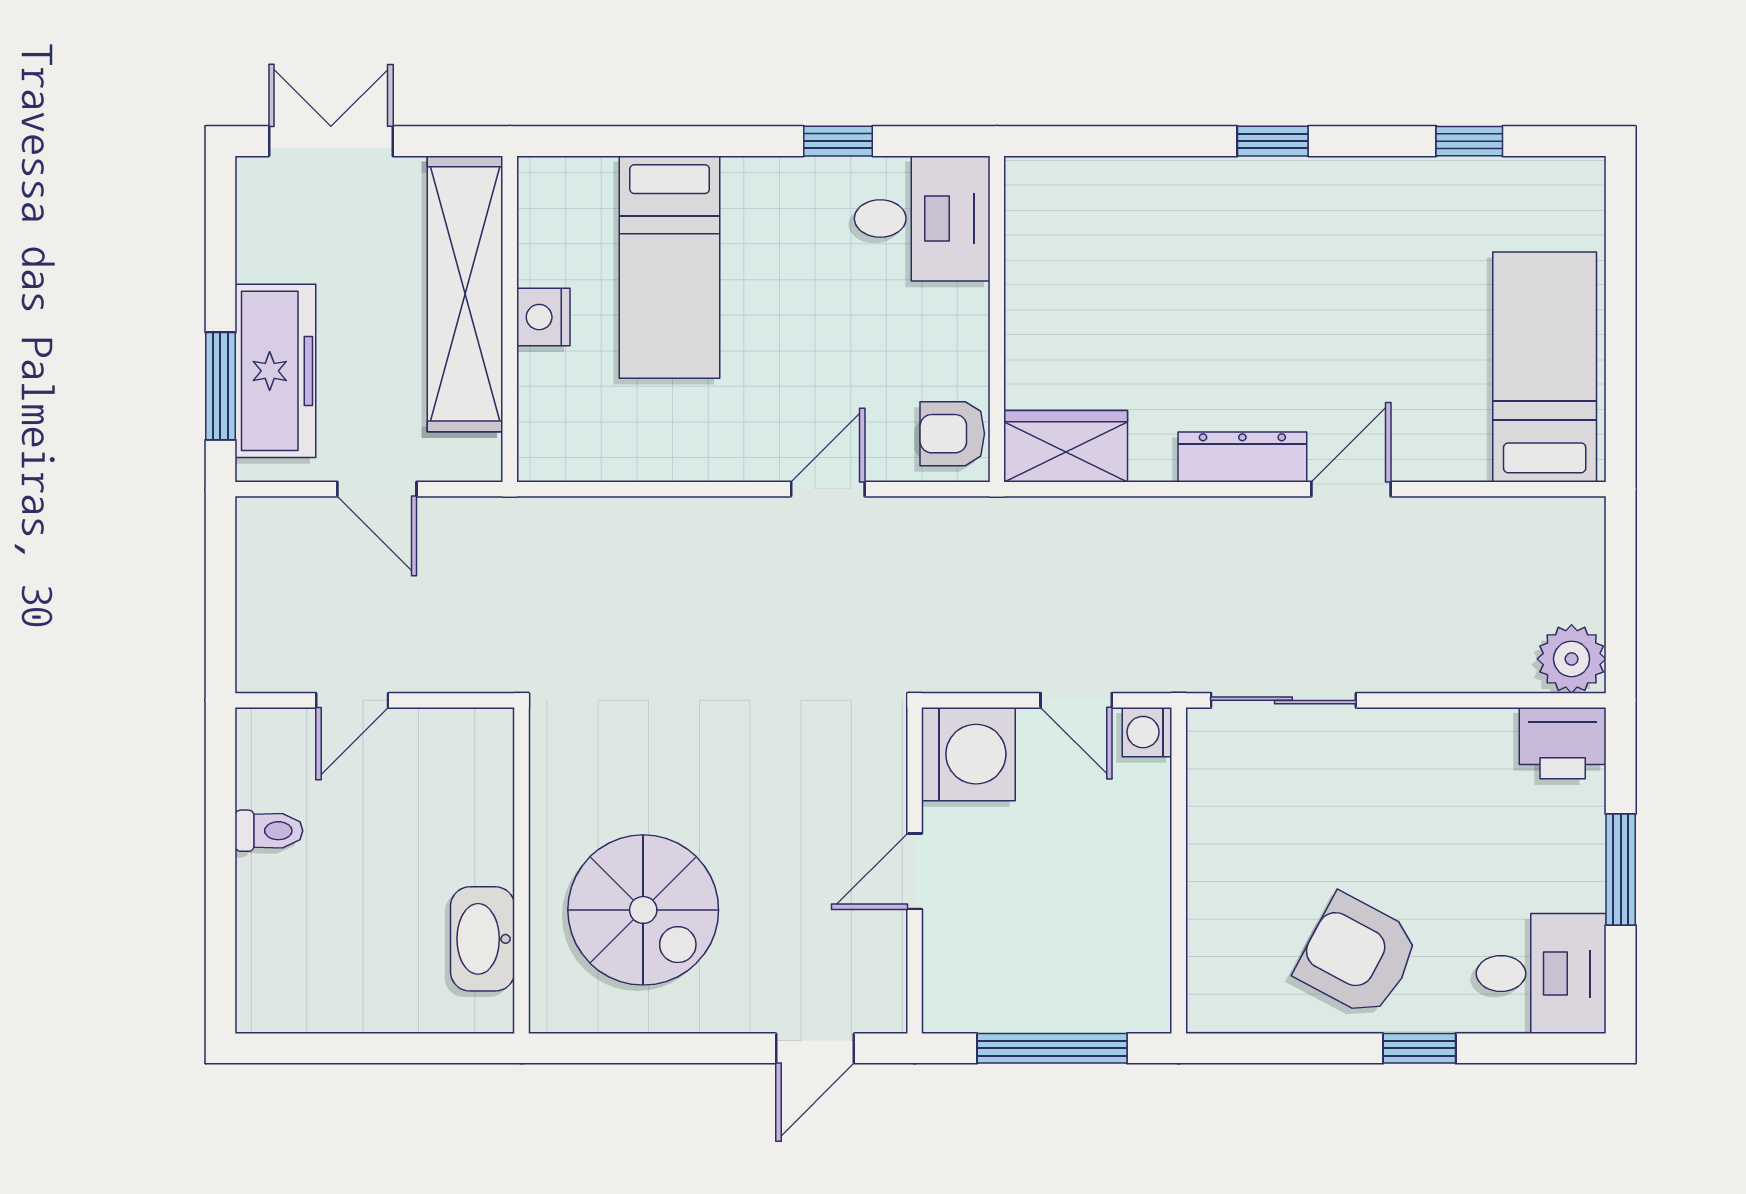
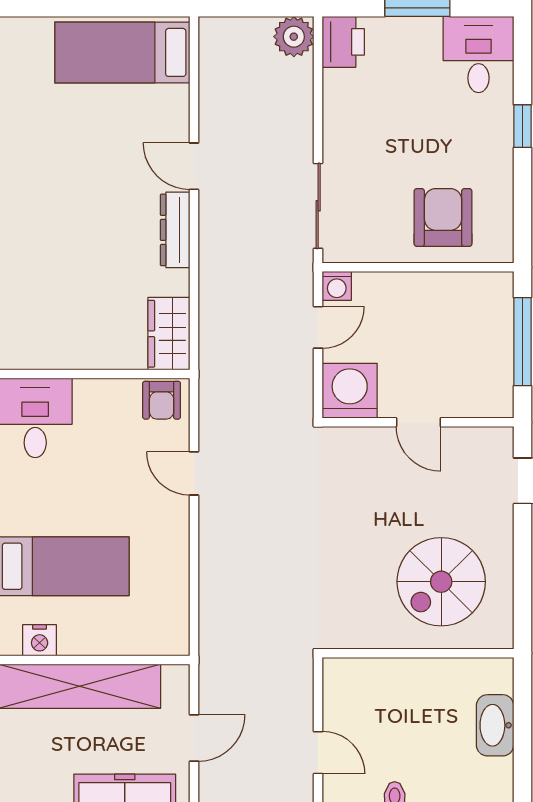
nightstand: (543, 317) -> (40, 640), moved
spiral stairs: (643, 910) -> (441, 582), turned 180
washbasin: (483, 939) -> (495, 725), moved, turned 90
armchair: (1358, 956) -> (443, 218), moved, turned 152

